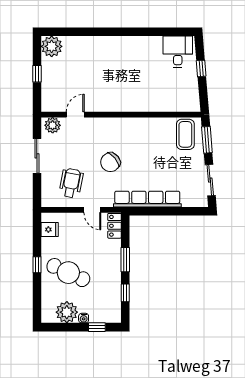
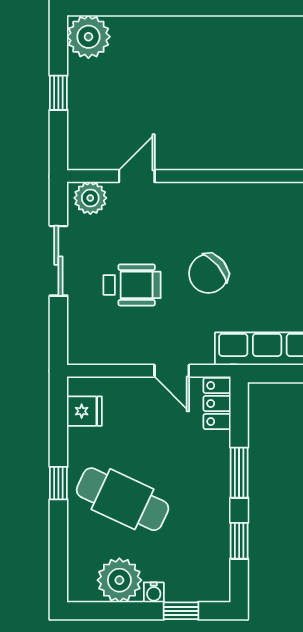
wheelchair: (71, 183) -> (132, 285), moved, turned 79

